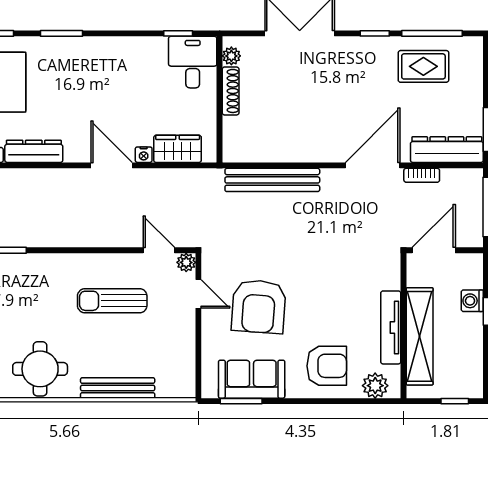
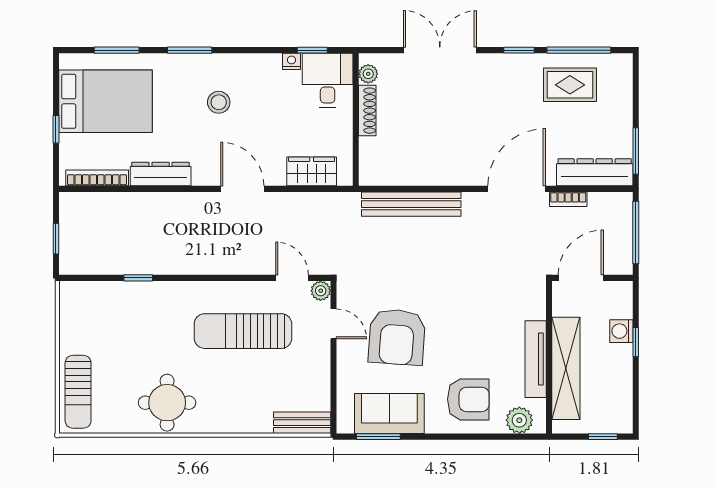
stool: (89, 83) -> (219, 102), added
nightstand: (144, 155) -> (292, 61), moved, turned 180
sun lounger: (112, 301) -> (243, 331), width x1.36, depth x1.34
bench: (118, 388) -> (302, 423), moved, width x0.73

